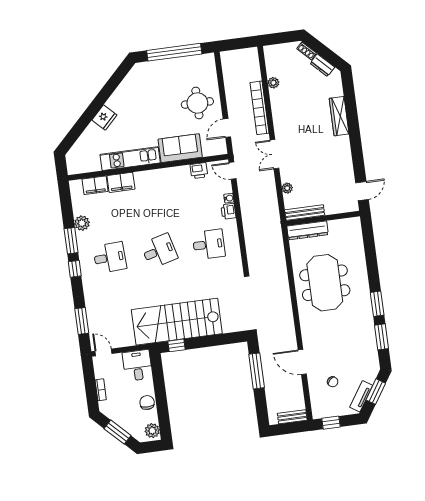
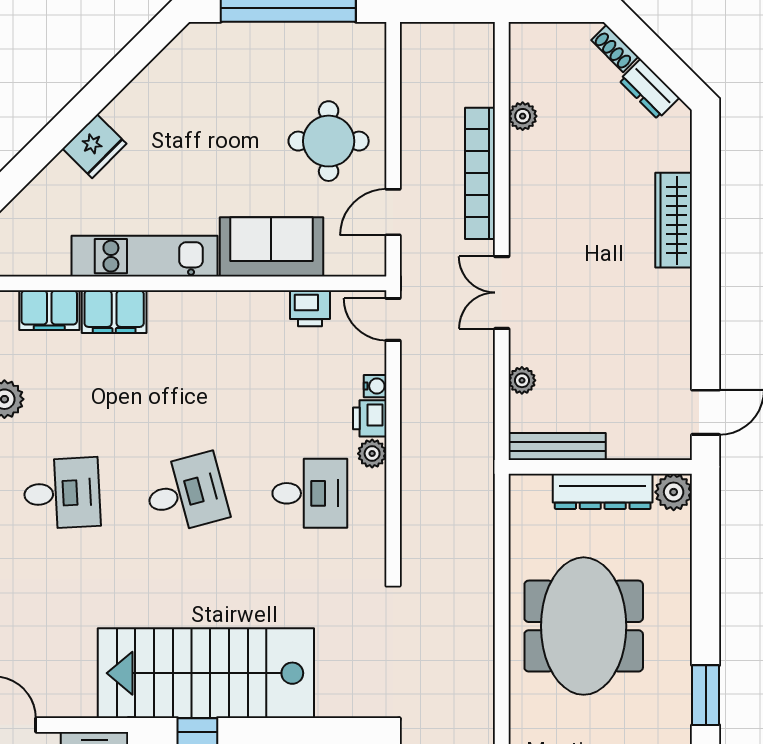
plant: (231, 225) -> (372, 454), added
plant: (354, 225) -> (674, 492), added
dresser: (308, 230) -> (603, 491), moved

